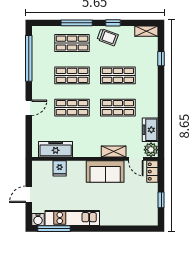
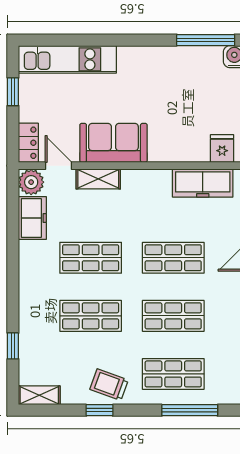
window: (77, 23) -> (190, 410), moved
fridge: (60, 168) -> (222, 149), moved
kitchen unit: (72, 218) -> (67, 59), moved

